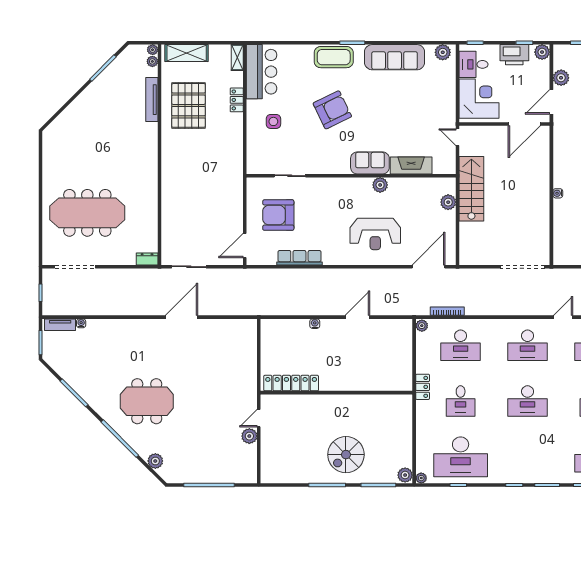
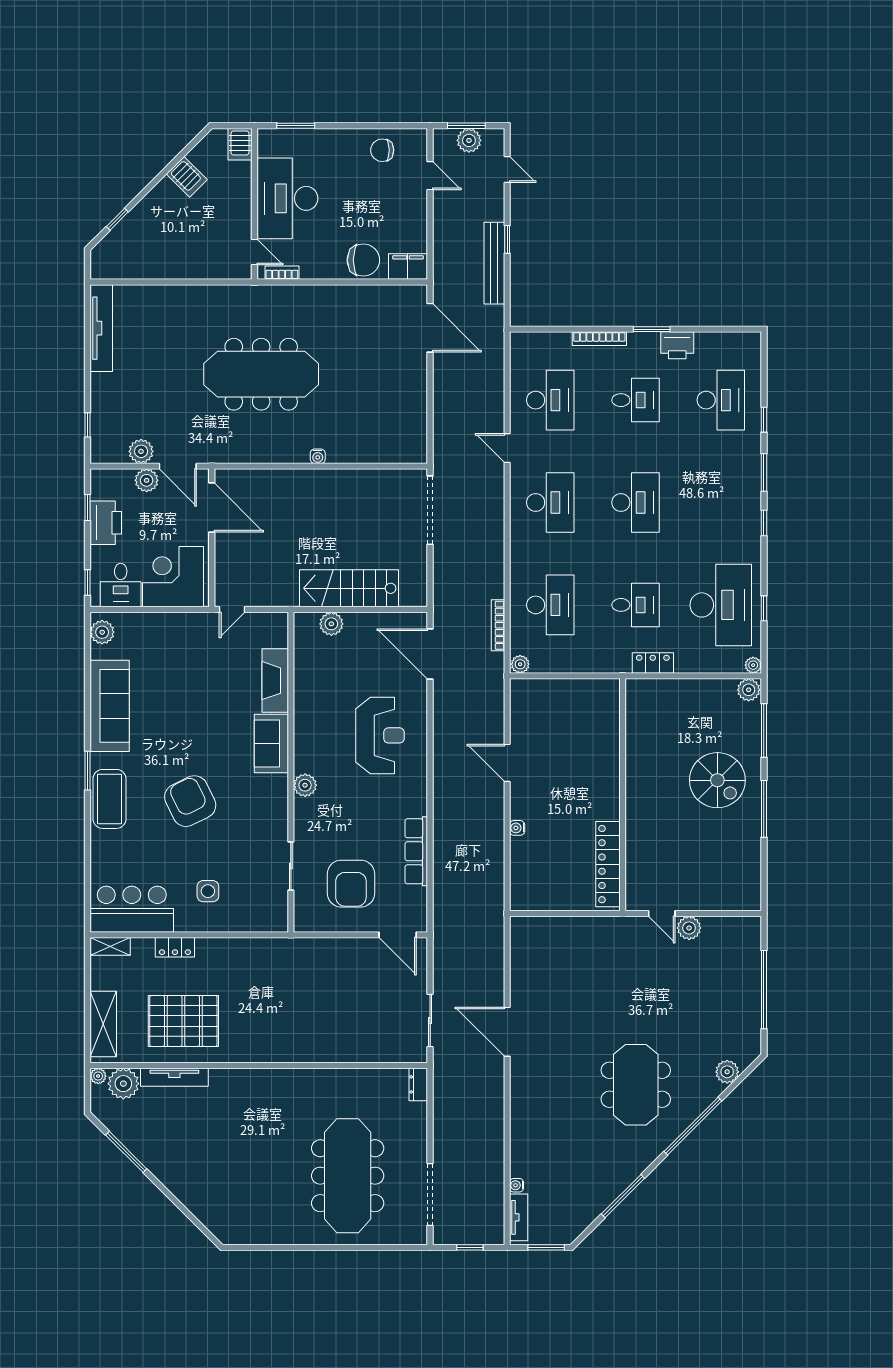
plant: (542, 52) -> (147, 480), moved
plant: (152, 61) -> (123, 1084), width x1.88, depth x1.88
plant: (380, 185) -> (305, 785), moved
stairs: (471, 189) -> (349, 588), moved
locker: (423, 387) -> (653, 663), moved

